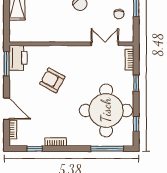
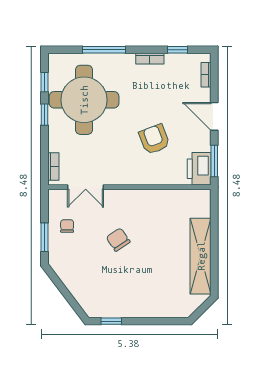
armchair: (52, 80) -> (154, 139), turned -140
window: (136, 83) -> (45, 115), moved
door: (7, 109) -> (214, 116), moved
window: (107, 149) -> (104, 50), moved

